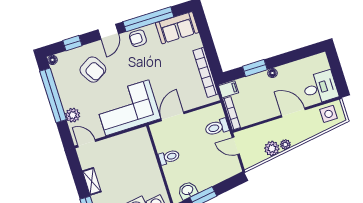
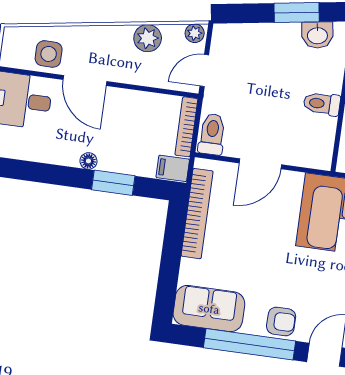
side table: (329, 114) -> (49, 54), moved
door: (173, 116) -> (260, 164), moved
toilet: (217, 127) -> (212, 134), moved, turned -90
plant: (285, 145) -> (195, 33), moved
door: (236, 146) -> (204, 71), swing flipped

